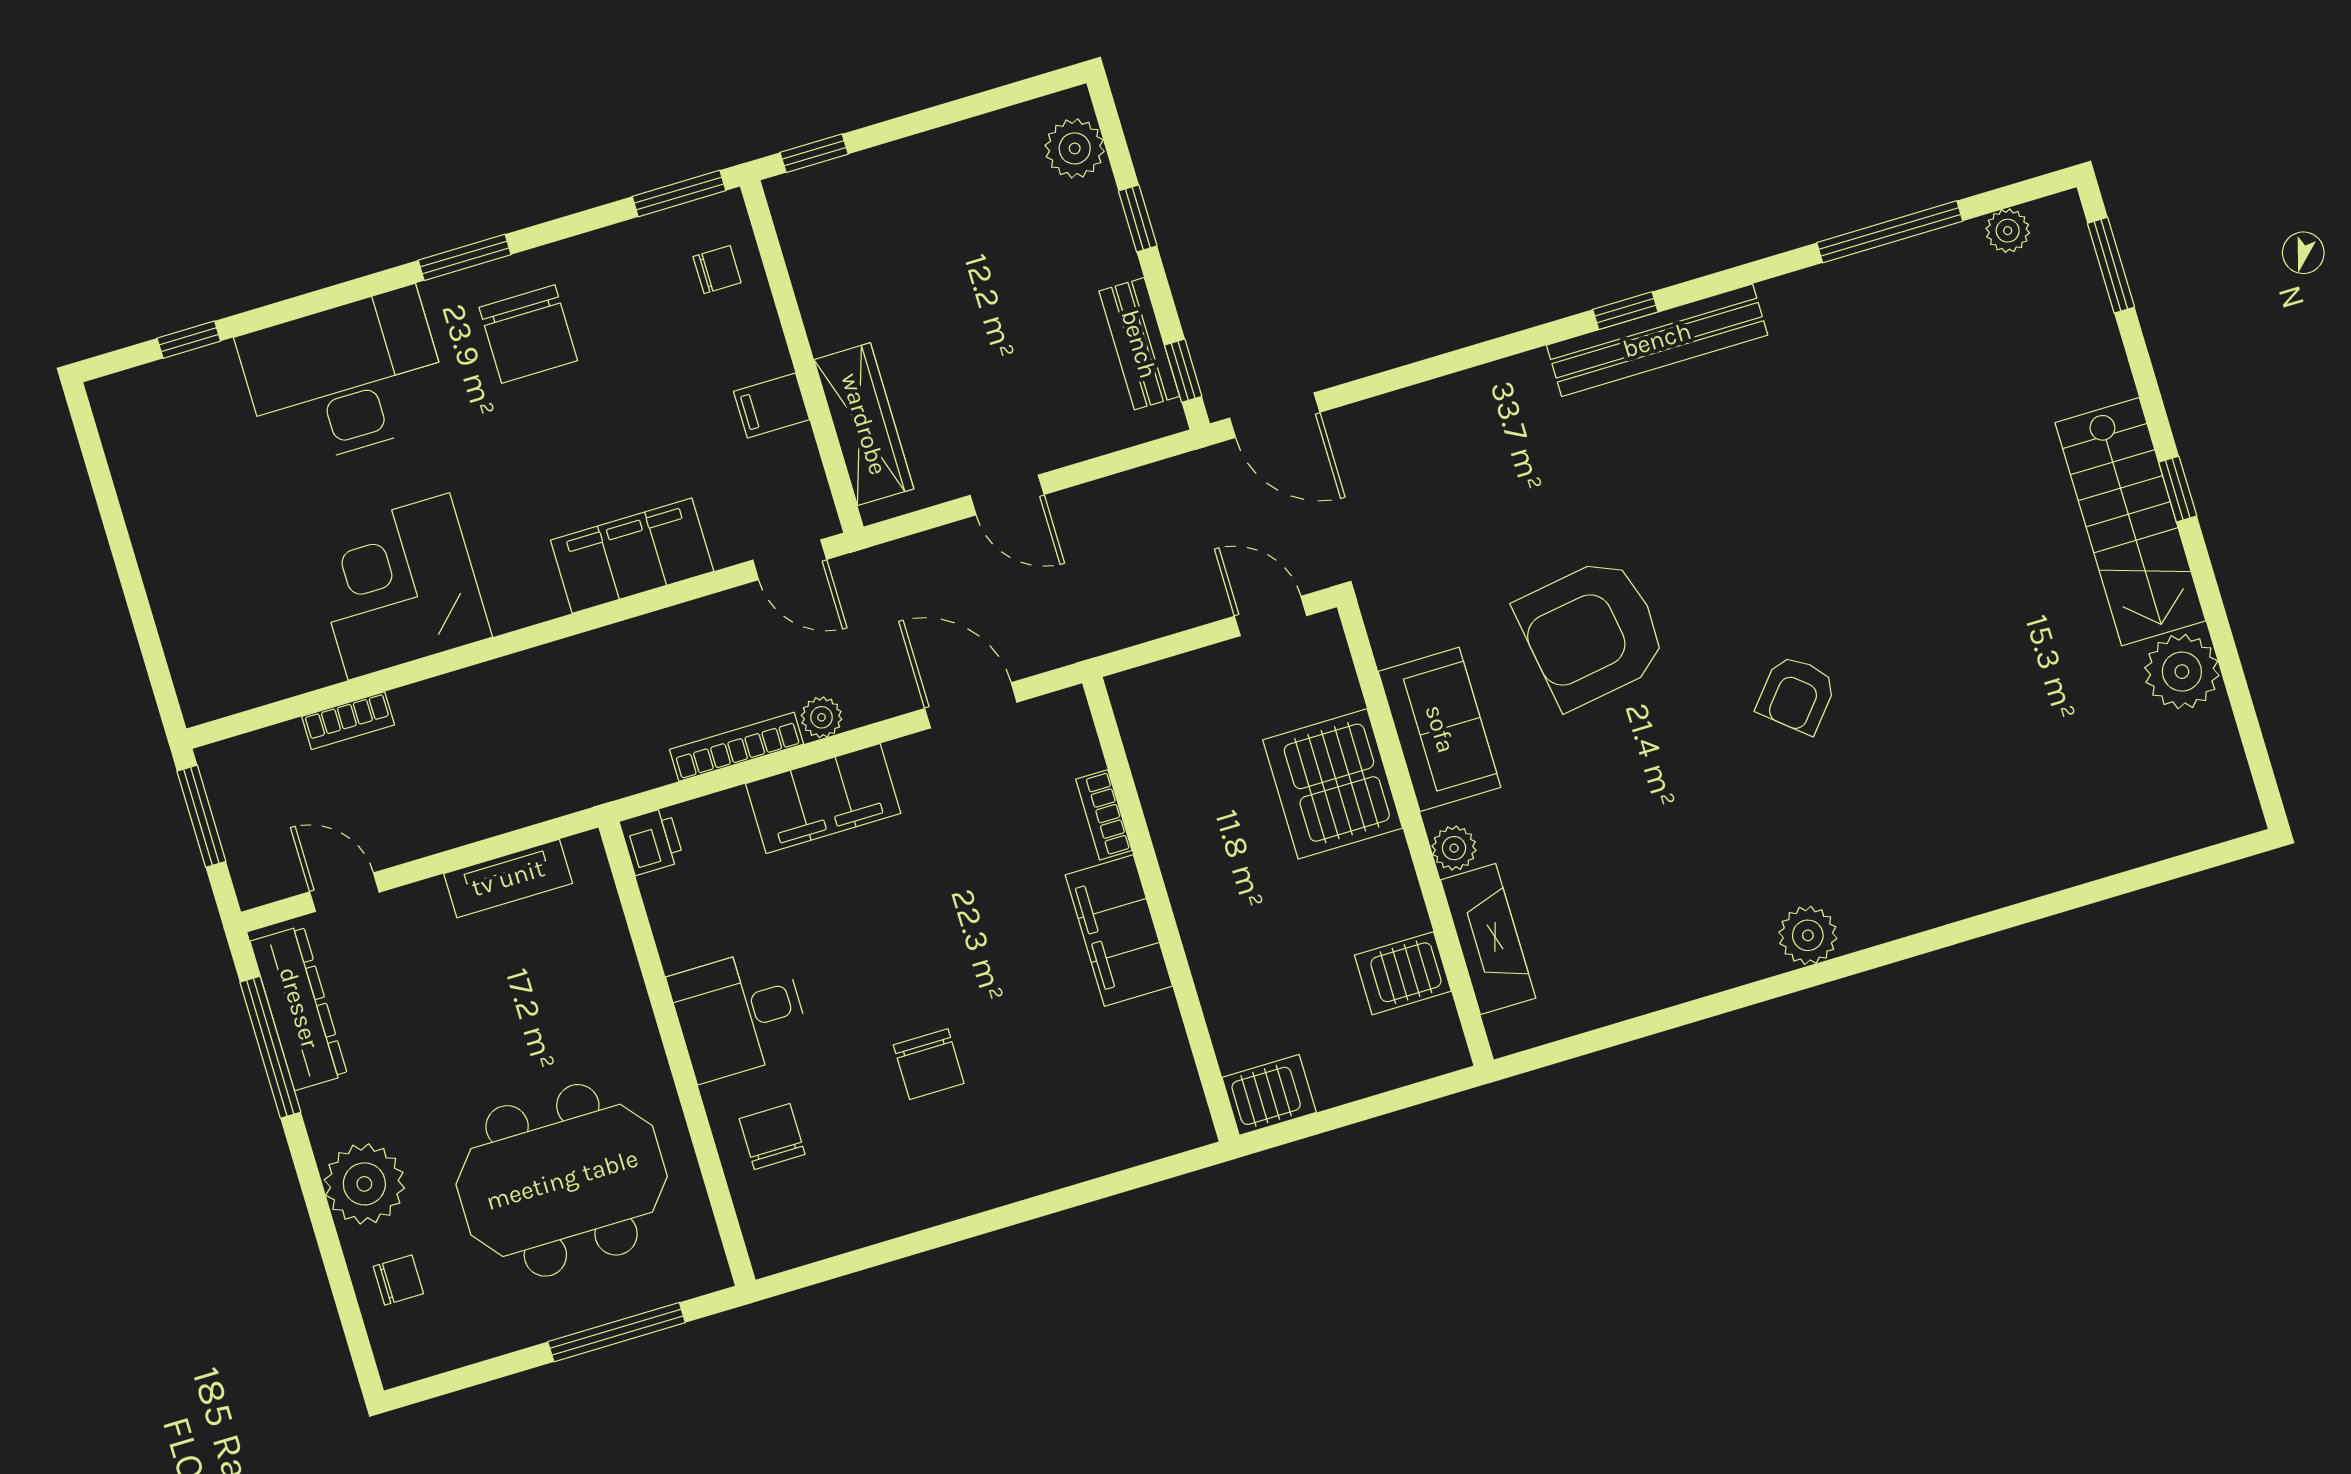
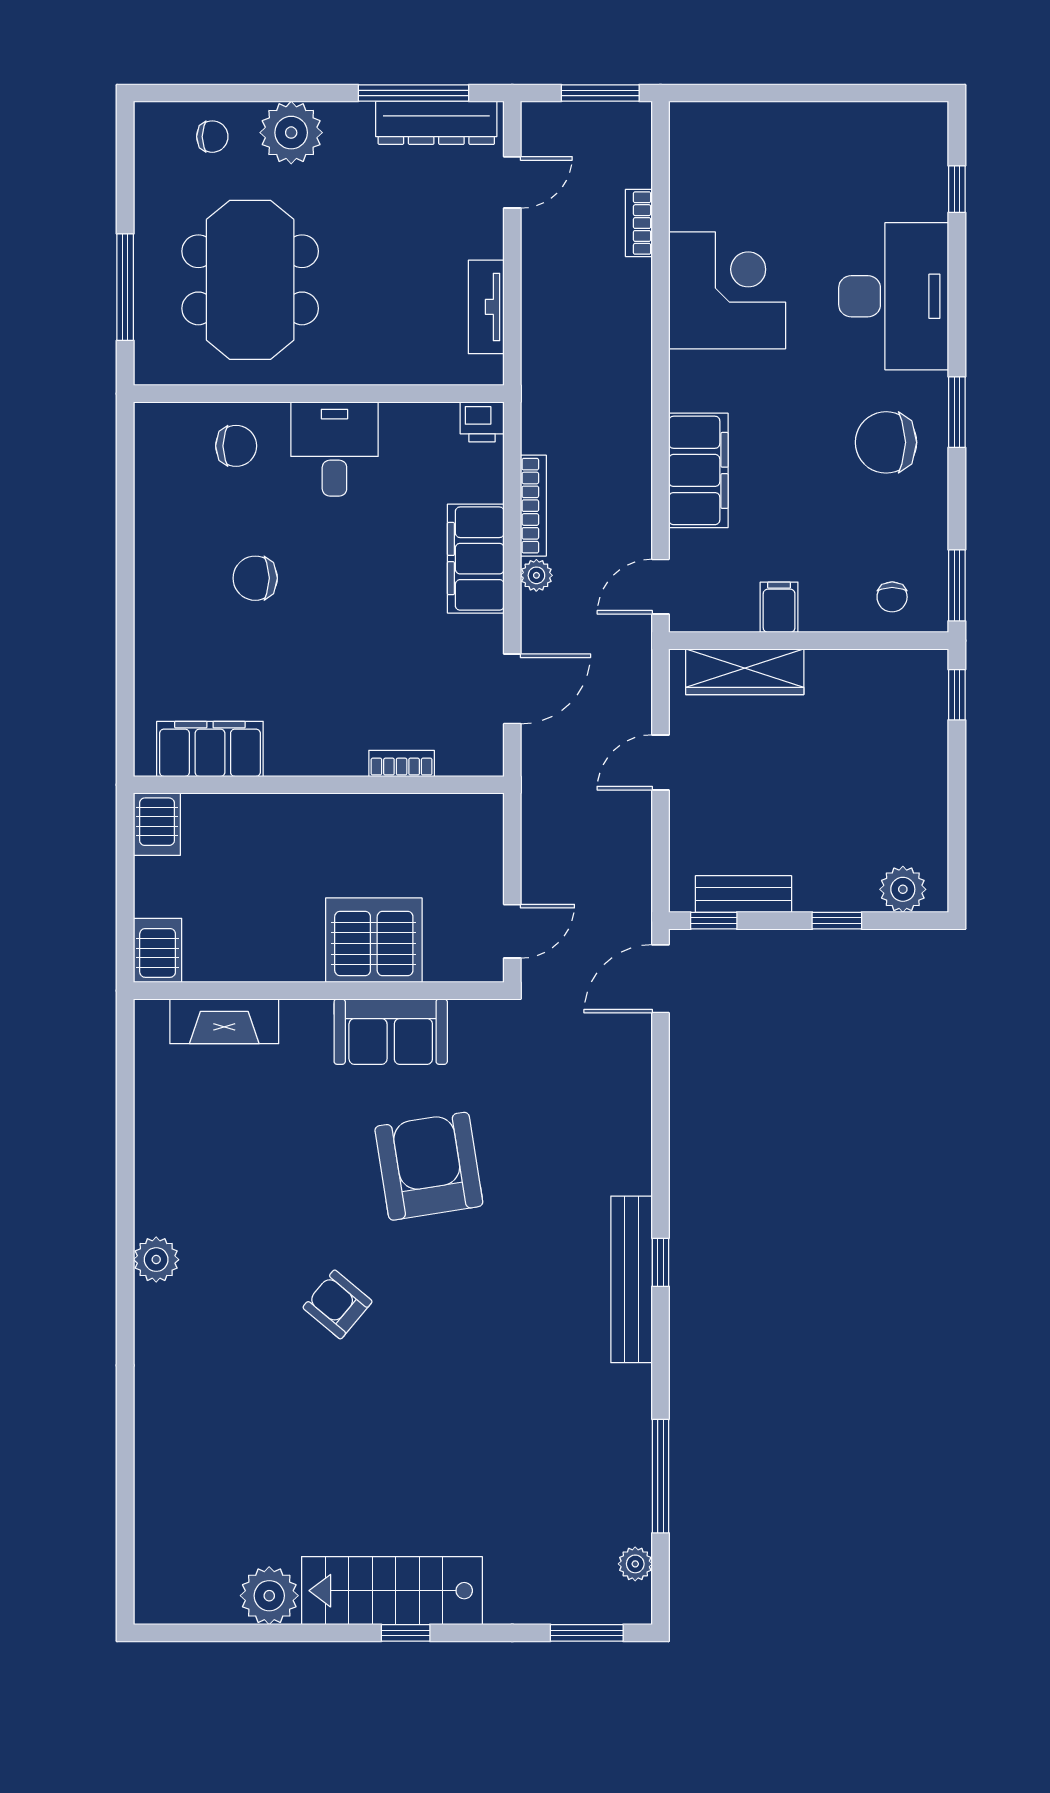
plant: (1454, 848) -> (299, 1016), removed
filing cabinet: (1119, 930) -> (210, 749), moved
server rack: (1403, 973) -> (158, 950), moved
chair: (398, 1280) -> (212, 137), turned -90

